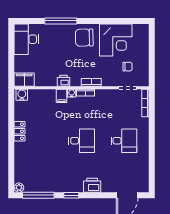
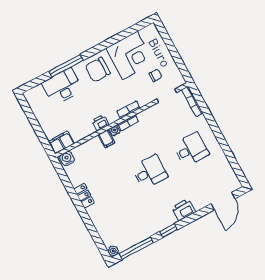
desk: (26, 39) -> (62, 87), moved, turned 90

